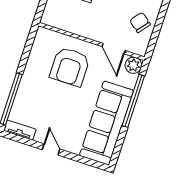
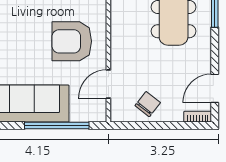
plant: (133, 65) -> (97, 112), removed

